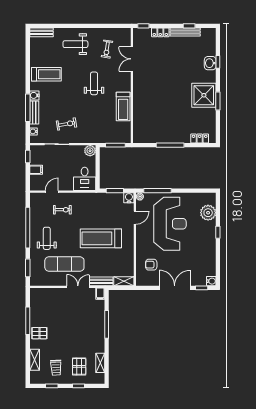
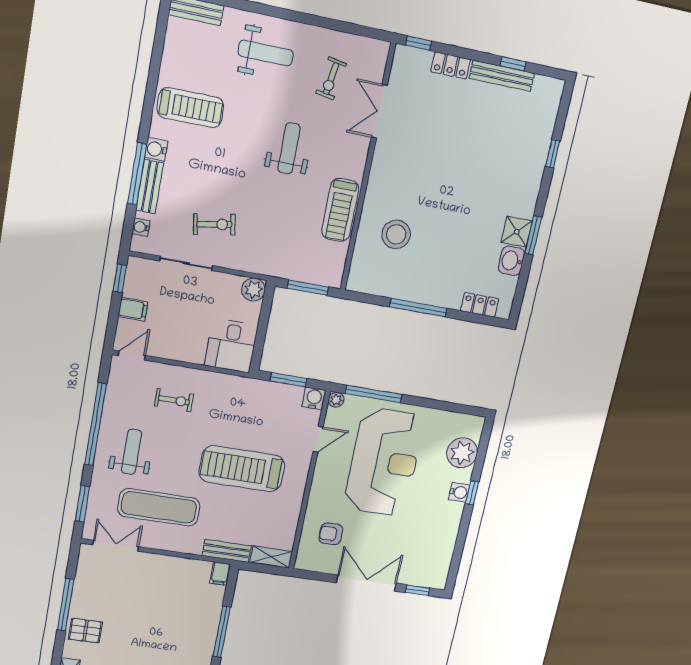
weight bench: (75, 44) -> (266, 53), turned 180
washbasin: (210, 63) -> (511, 261), moved
shower: (204, 95) -> (517, 232), width x0.54, depth x0.54
stool: (152, 113) -> (396, 234), added
door: (52, 192) -> (132, 356), moved
water cooler: (211, 281) -> (459, 492), moved
double door: (78, 287) -> (116, 546), moved

